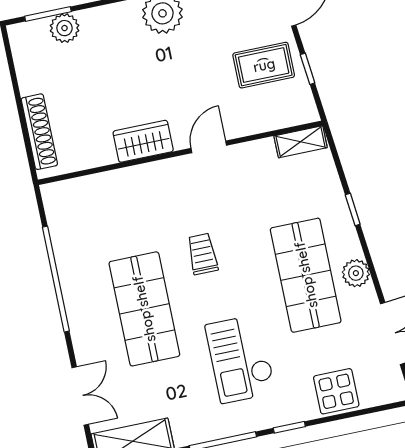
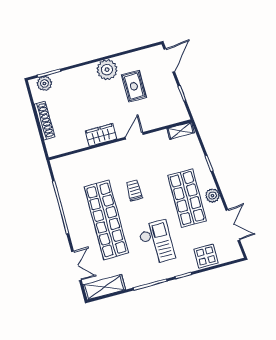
plant: (65, 28) -> (44, 84), moved
rug: (264, 65) -> (134, 86), moved, turned 90
shoe rack: (39, 132) -> (45, 121), moved
shop shelf: (144, 309) -> (106, 220), width x1.40
checkout: (240, 359) -> (156, 242), turned 180

